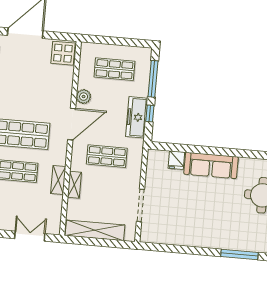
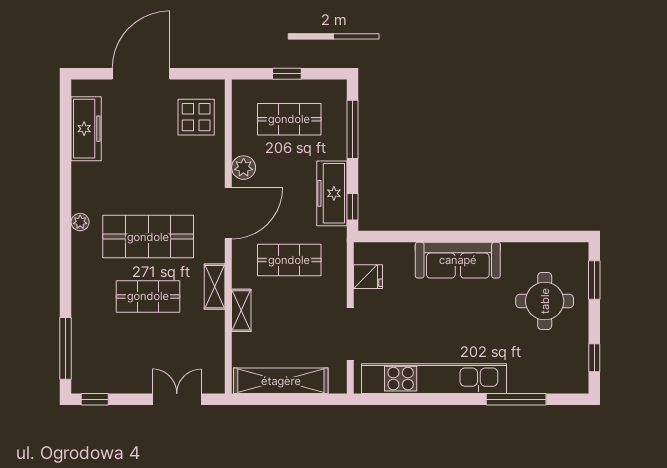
window: (115, 41) -> (287, 74), added
display table: (63, 53) -> (196, 117), moved
window: (150, 113) -> (353, 207), moved
fridge: (176, 160) -> (368, 277), moved, turned -90
shelving: (58, 180) -> (215, 287), moved
kitchen unit: (190, 237) -> (434, 379), added

